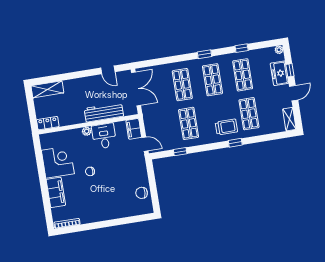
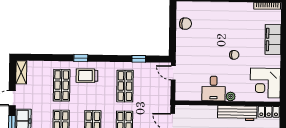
workbench: (104, 112) -> (237, 113), moved
filing cabinet: (134, 129) -> (182, 90), removed
corner desk: (58, 162) -> (265, 83), moved

